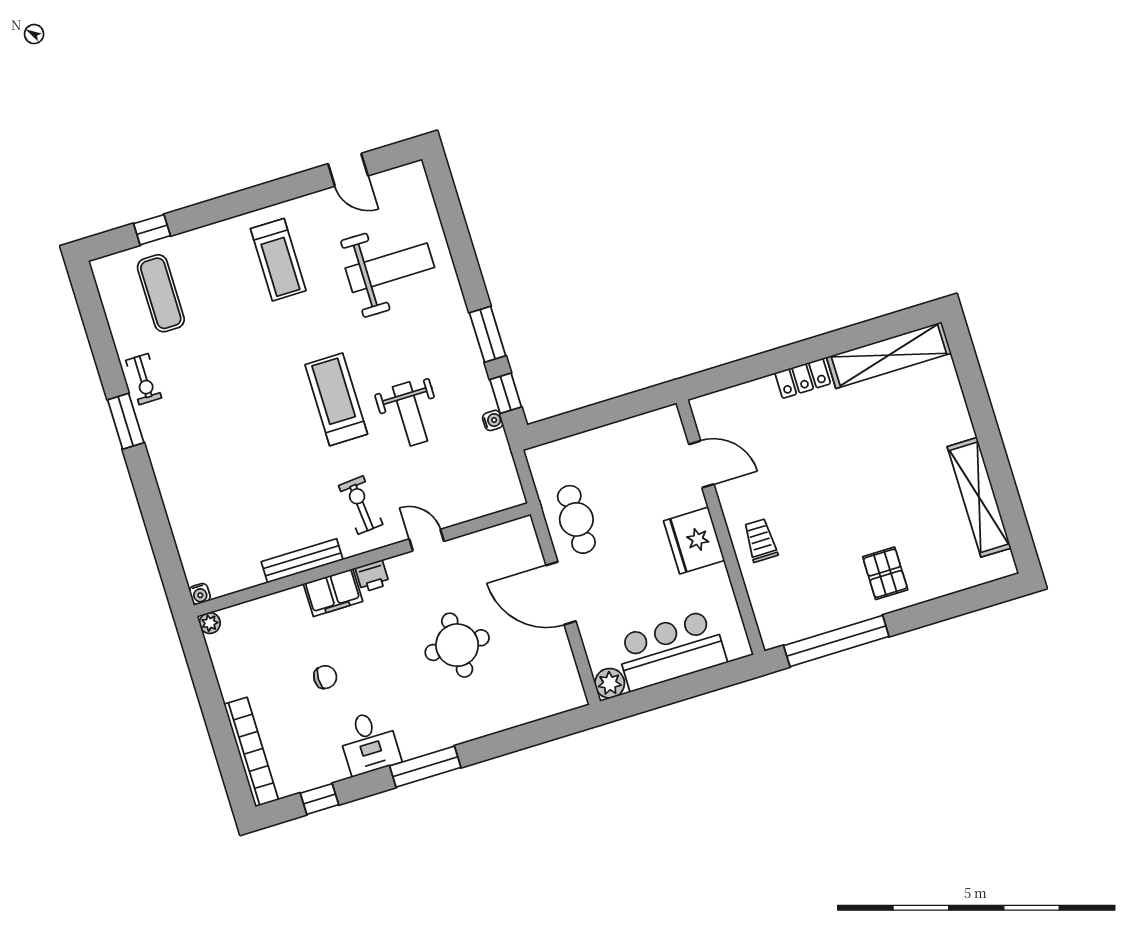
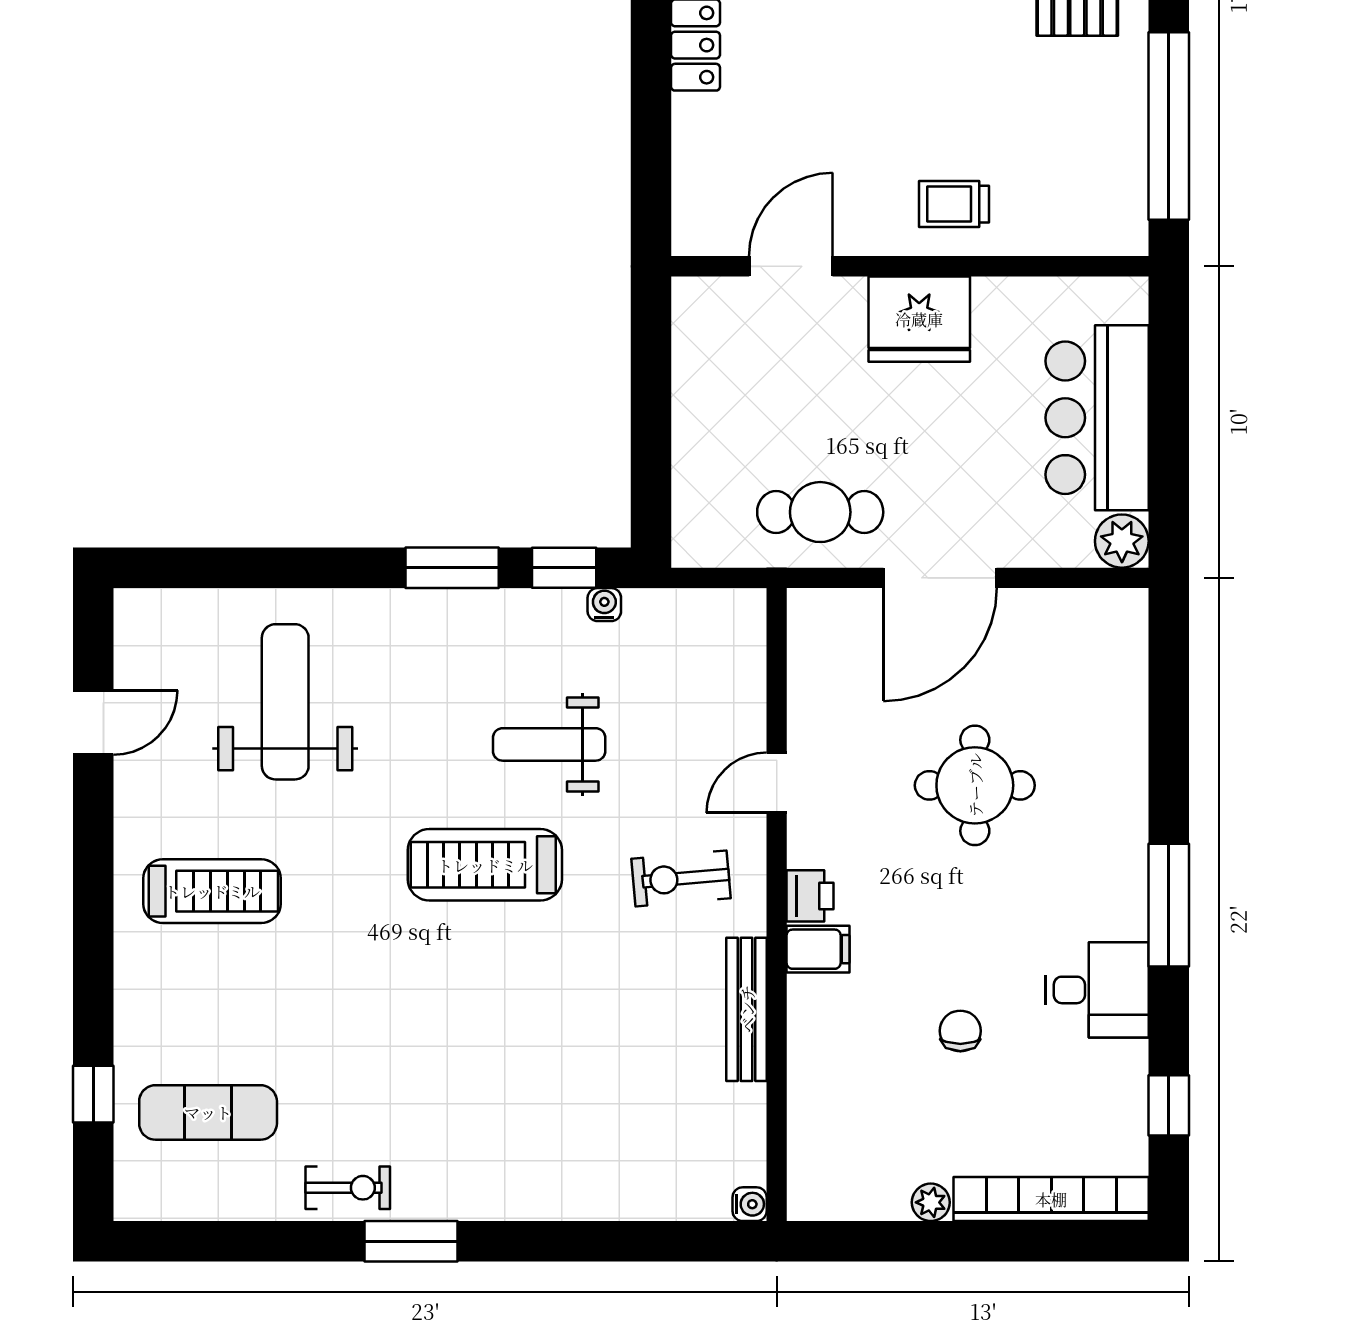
weight bench: (410, 414) -> (549, 744), turned 180
filing cabinet: (333, 593) -> (818, 949), width x0.50
plant: (210, 623) -> (931, 1202), moved

